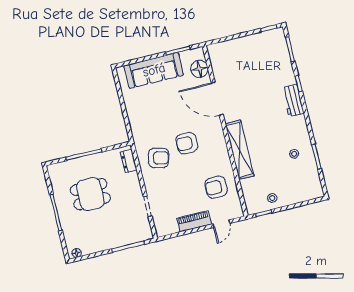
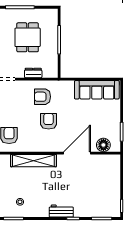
sofa: (154, 70) -> (97, 90), moved, turned -90
armchair: (159, 158) -> (42, 97), turned 77
dresser: (129, 161) -> (33, 73), moved

